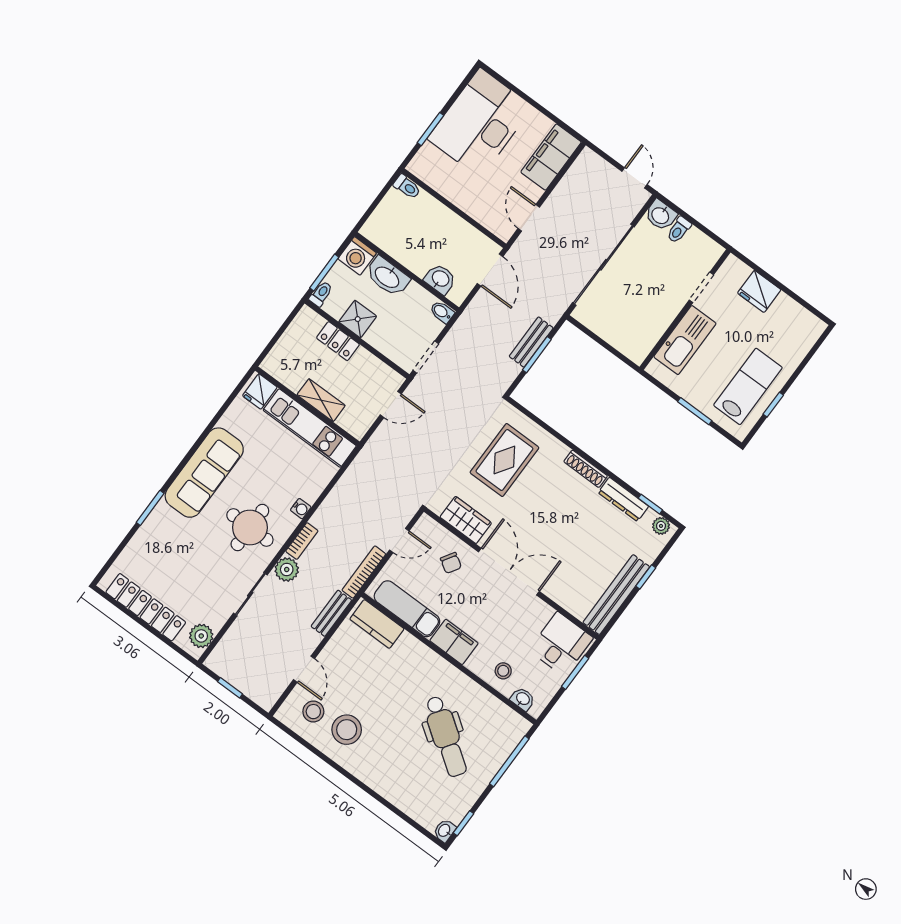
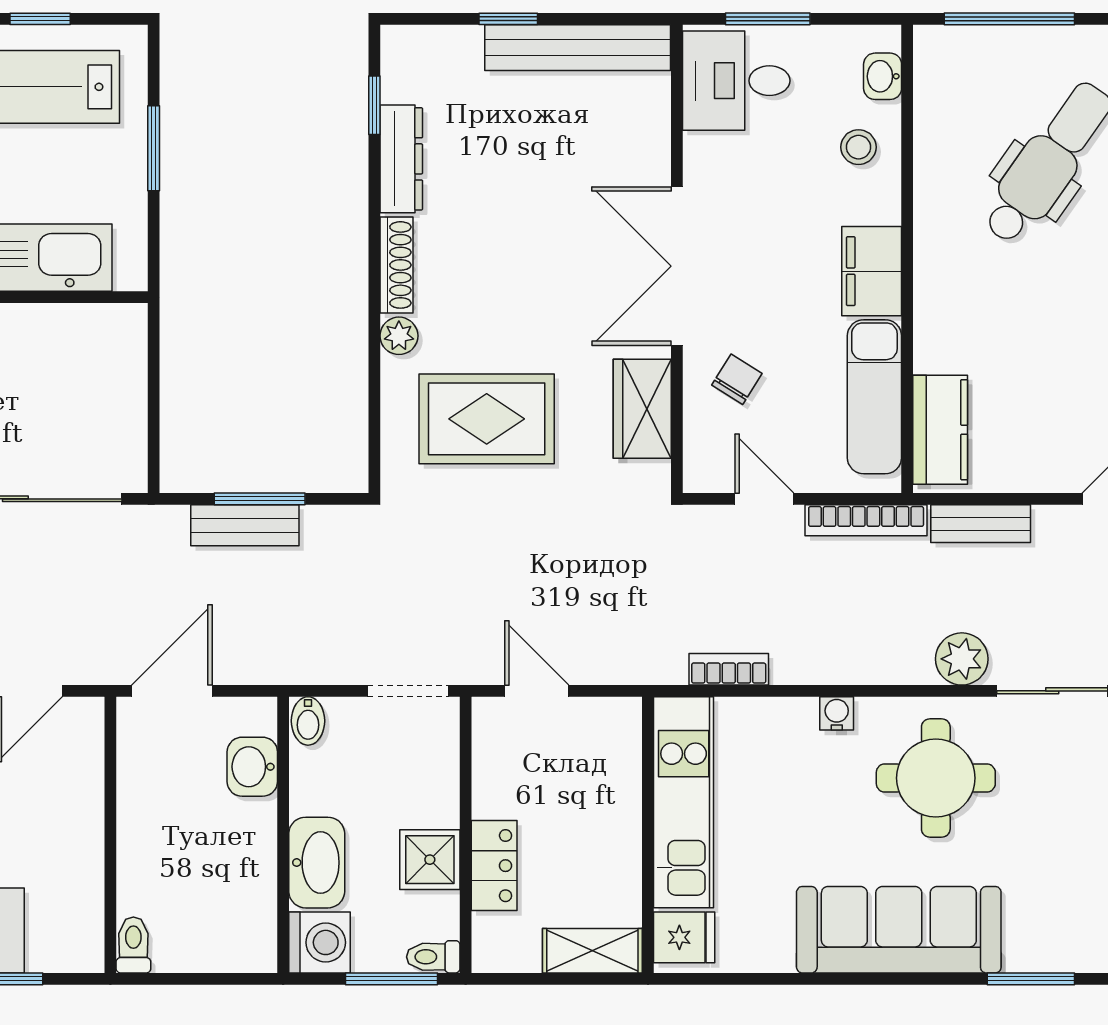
shelving: (321, 400) -> (592, 951), moved, turned 90
plant: (661, 526) -> (399, 336), moved
bookcase: (302, 541) -> (729, 669), moved

